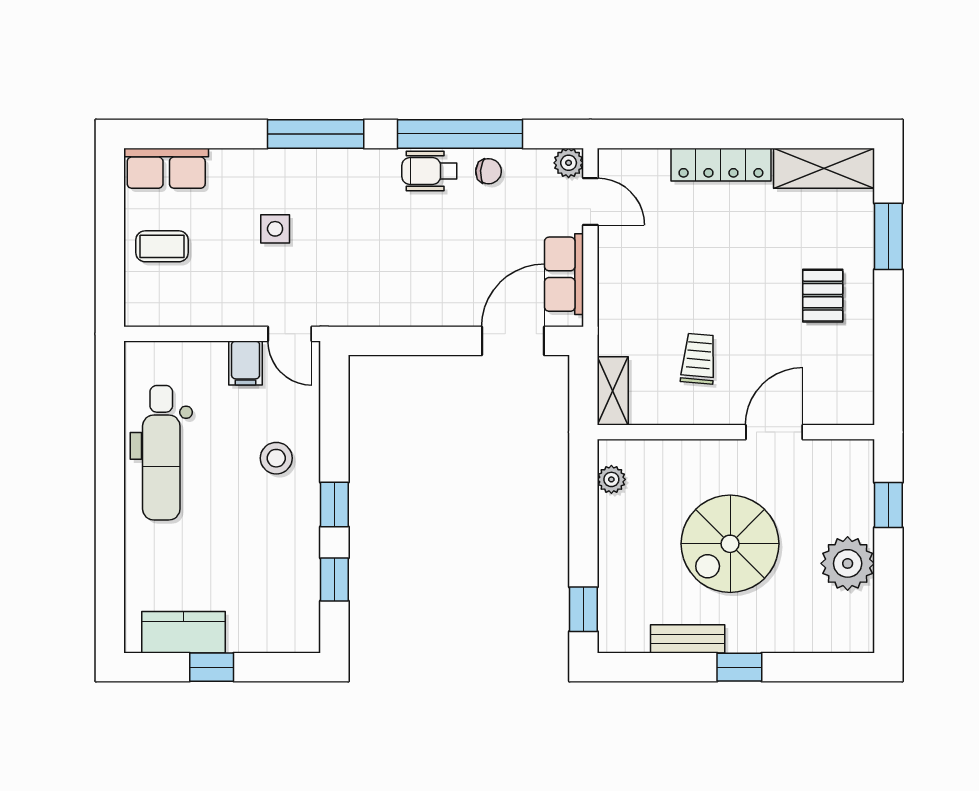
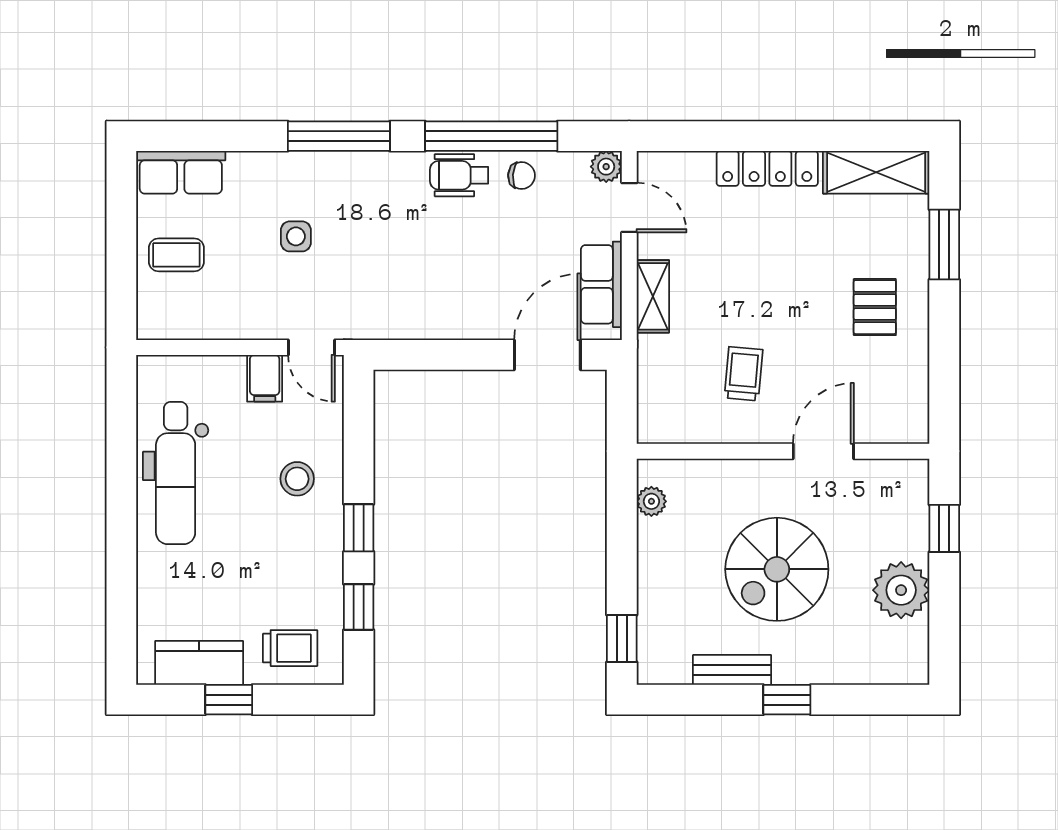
shelving: (613, 391) -> (653, 296), moved
trolley: (270, 618) -> (290, 648), added

